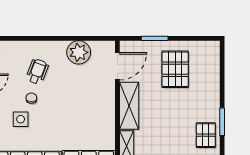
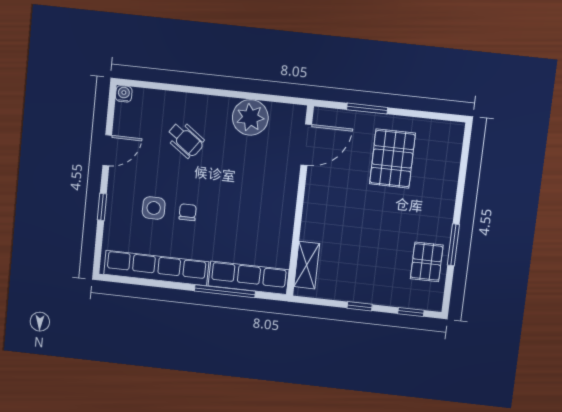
wheelchair: (37, 71) -> (185, 140), turned 105
chair: (31, 98) -> (188, 212), moved
shelving: (129, 106) -> (317, 206), removed

